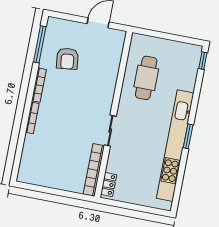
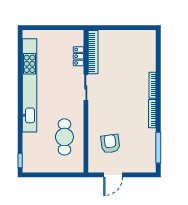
armchair: (67, 59) -> (110, 144), moved
window: (188, 136) -> (20, 95), removed
locker: (109, 184) -> (78, 56), moved

